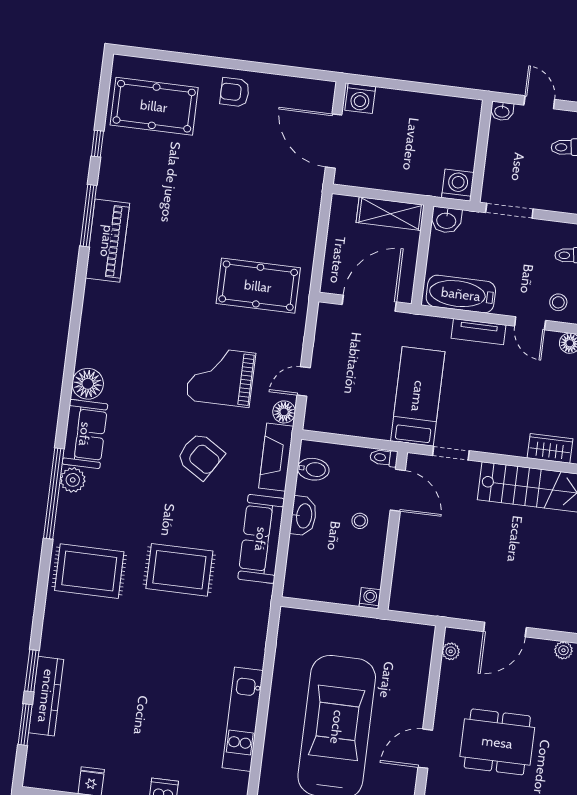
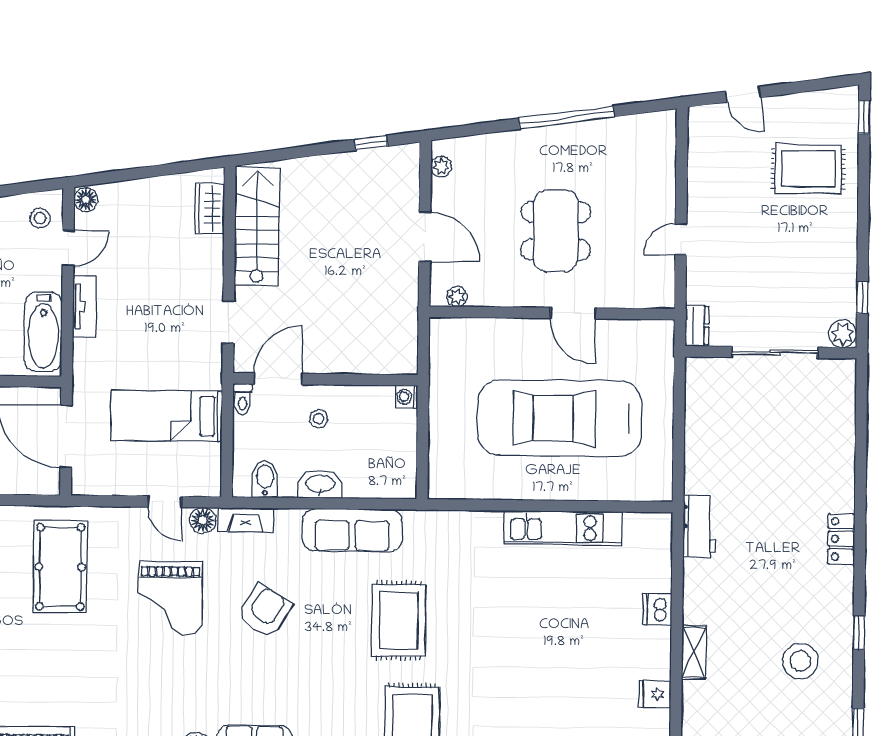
bed: (418, 396) -> (167, 416), moved
fireplace: (276, 457) -> (246, 520), width x0.73, depth x0.76

